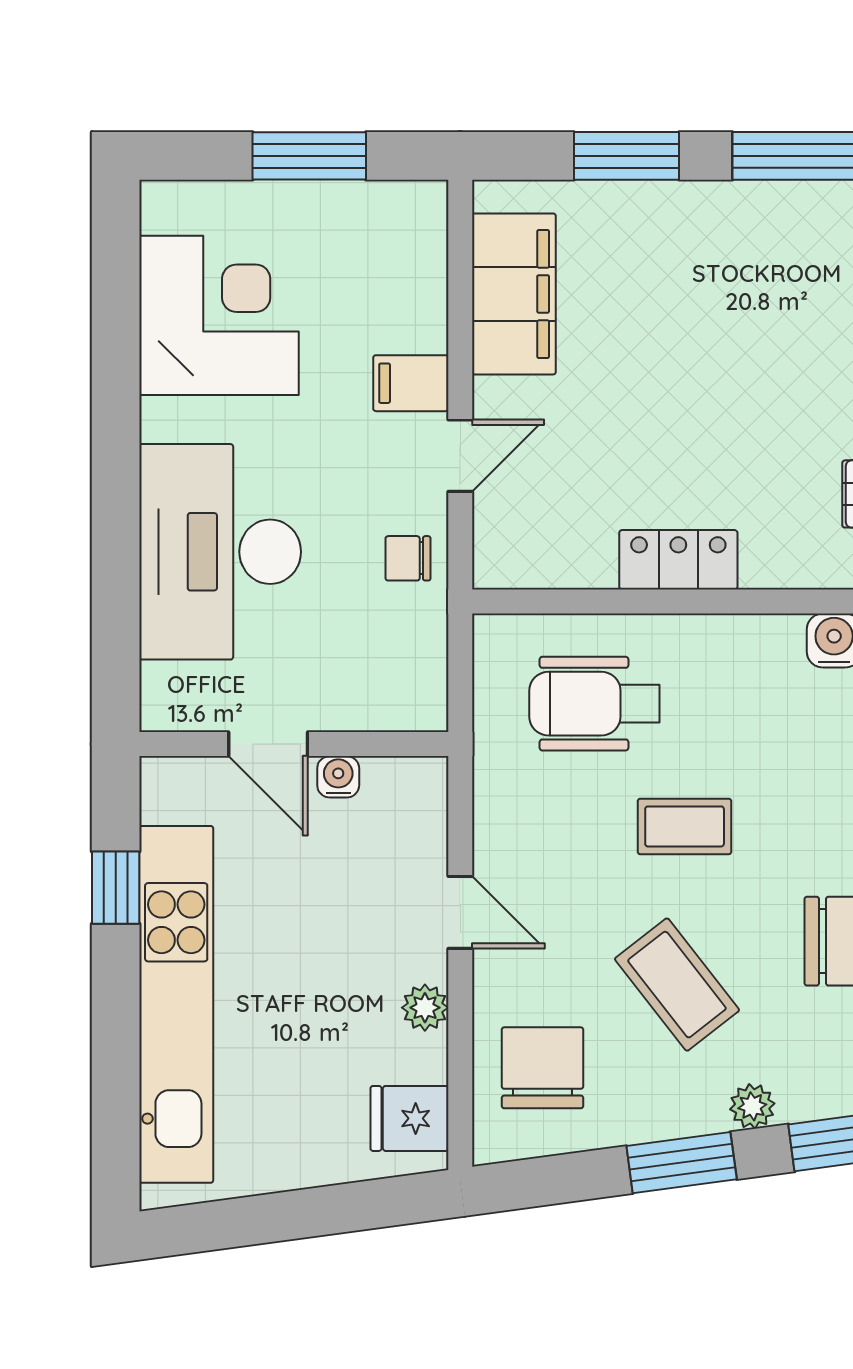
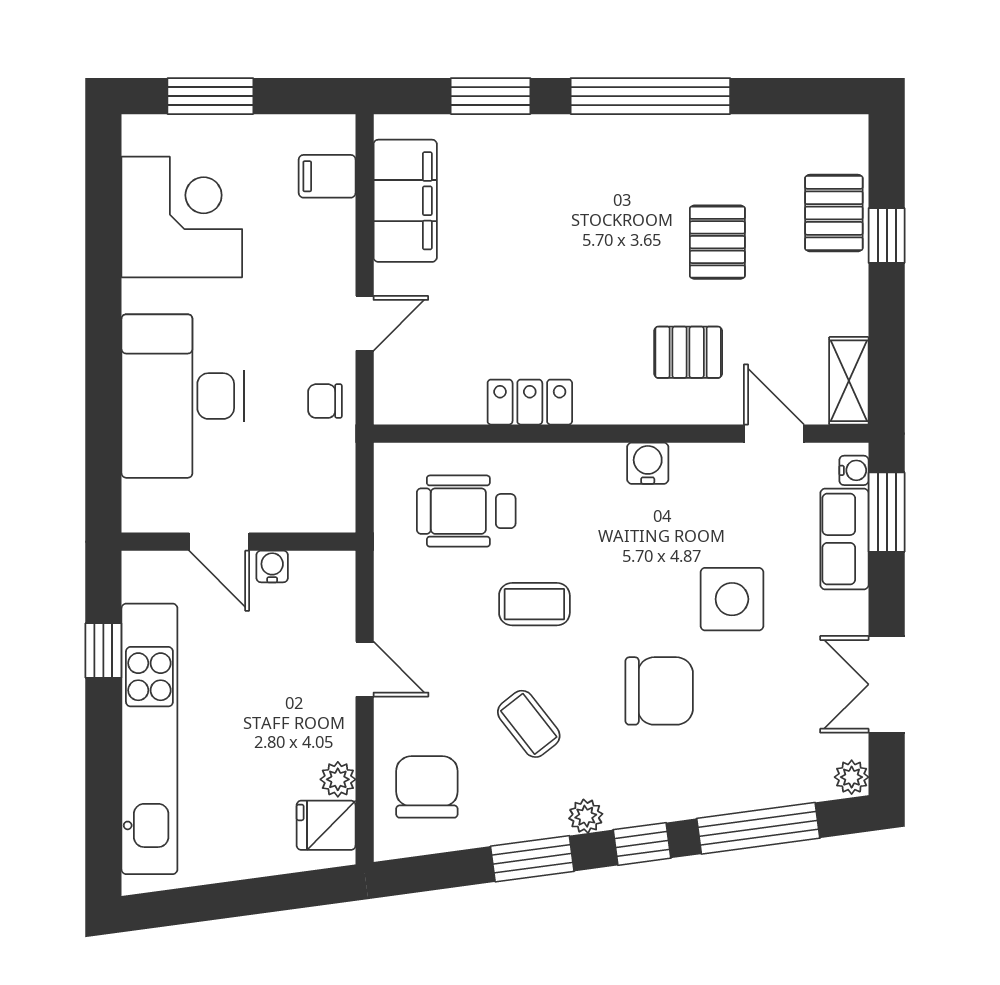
window: (309, 156) -> (210, 96), moved
filing cabinet: (411, 383) -> (327, 176), moved
coffee table: (677, 985) -> (529, 724), width x0.73, depth x0.77
plant: (425, 1008) -> (338, 779), moved

